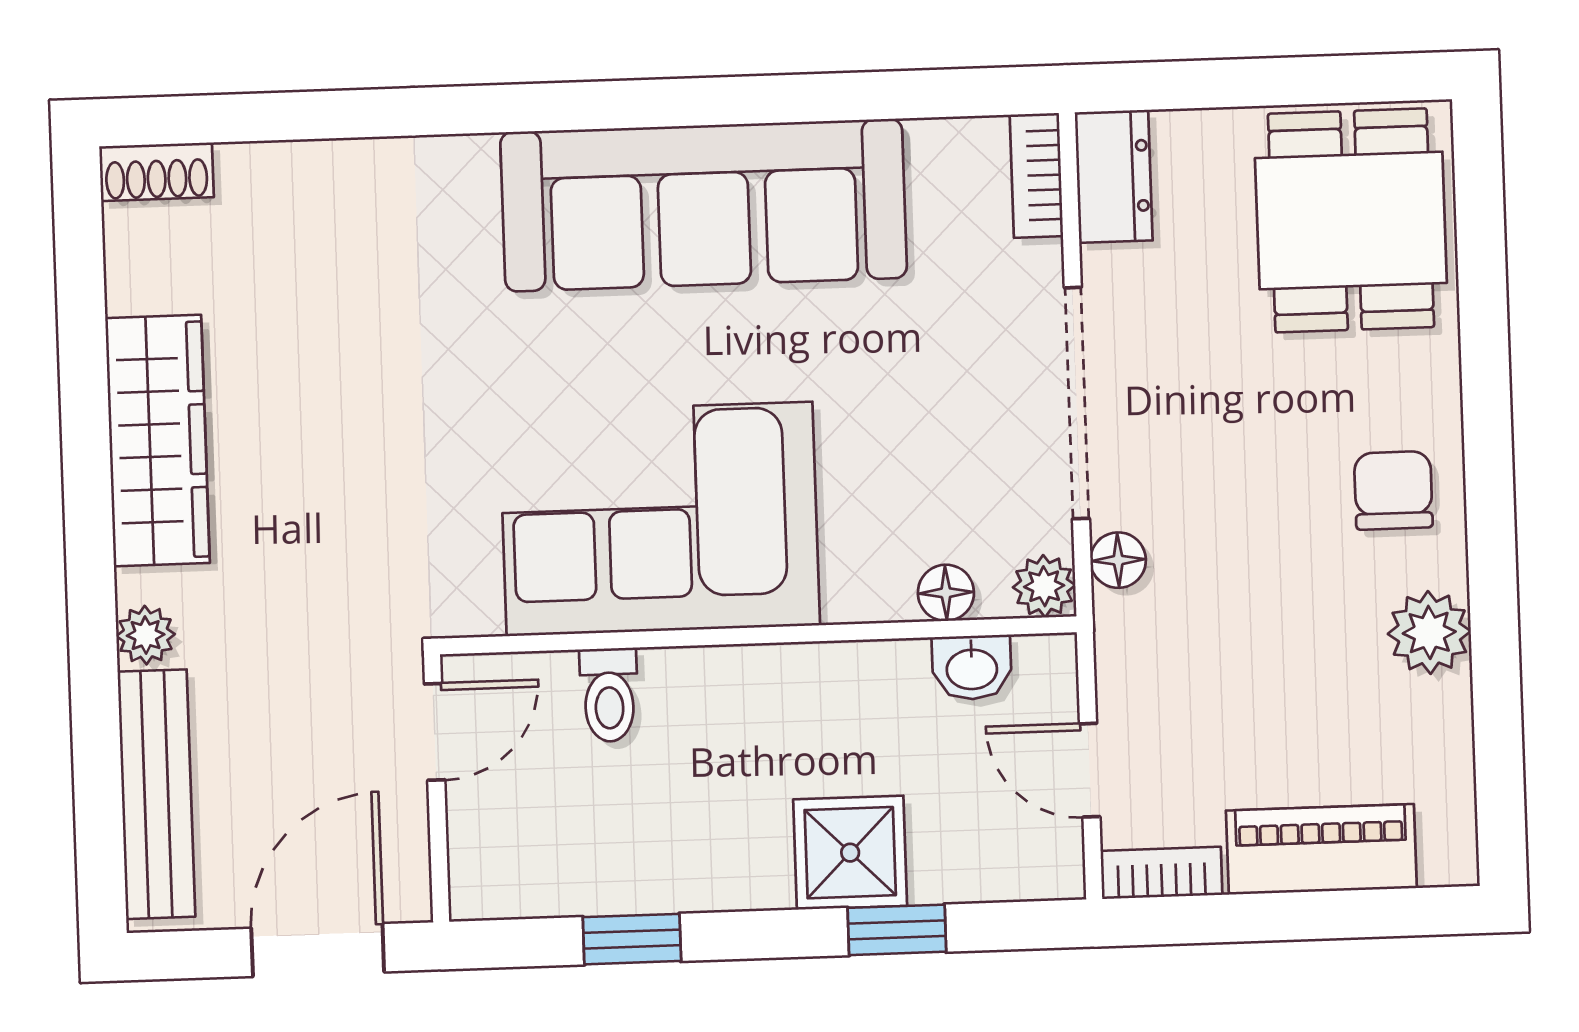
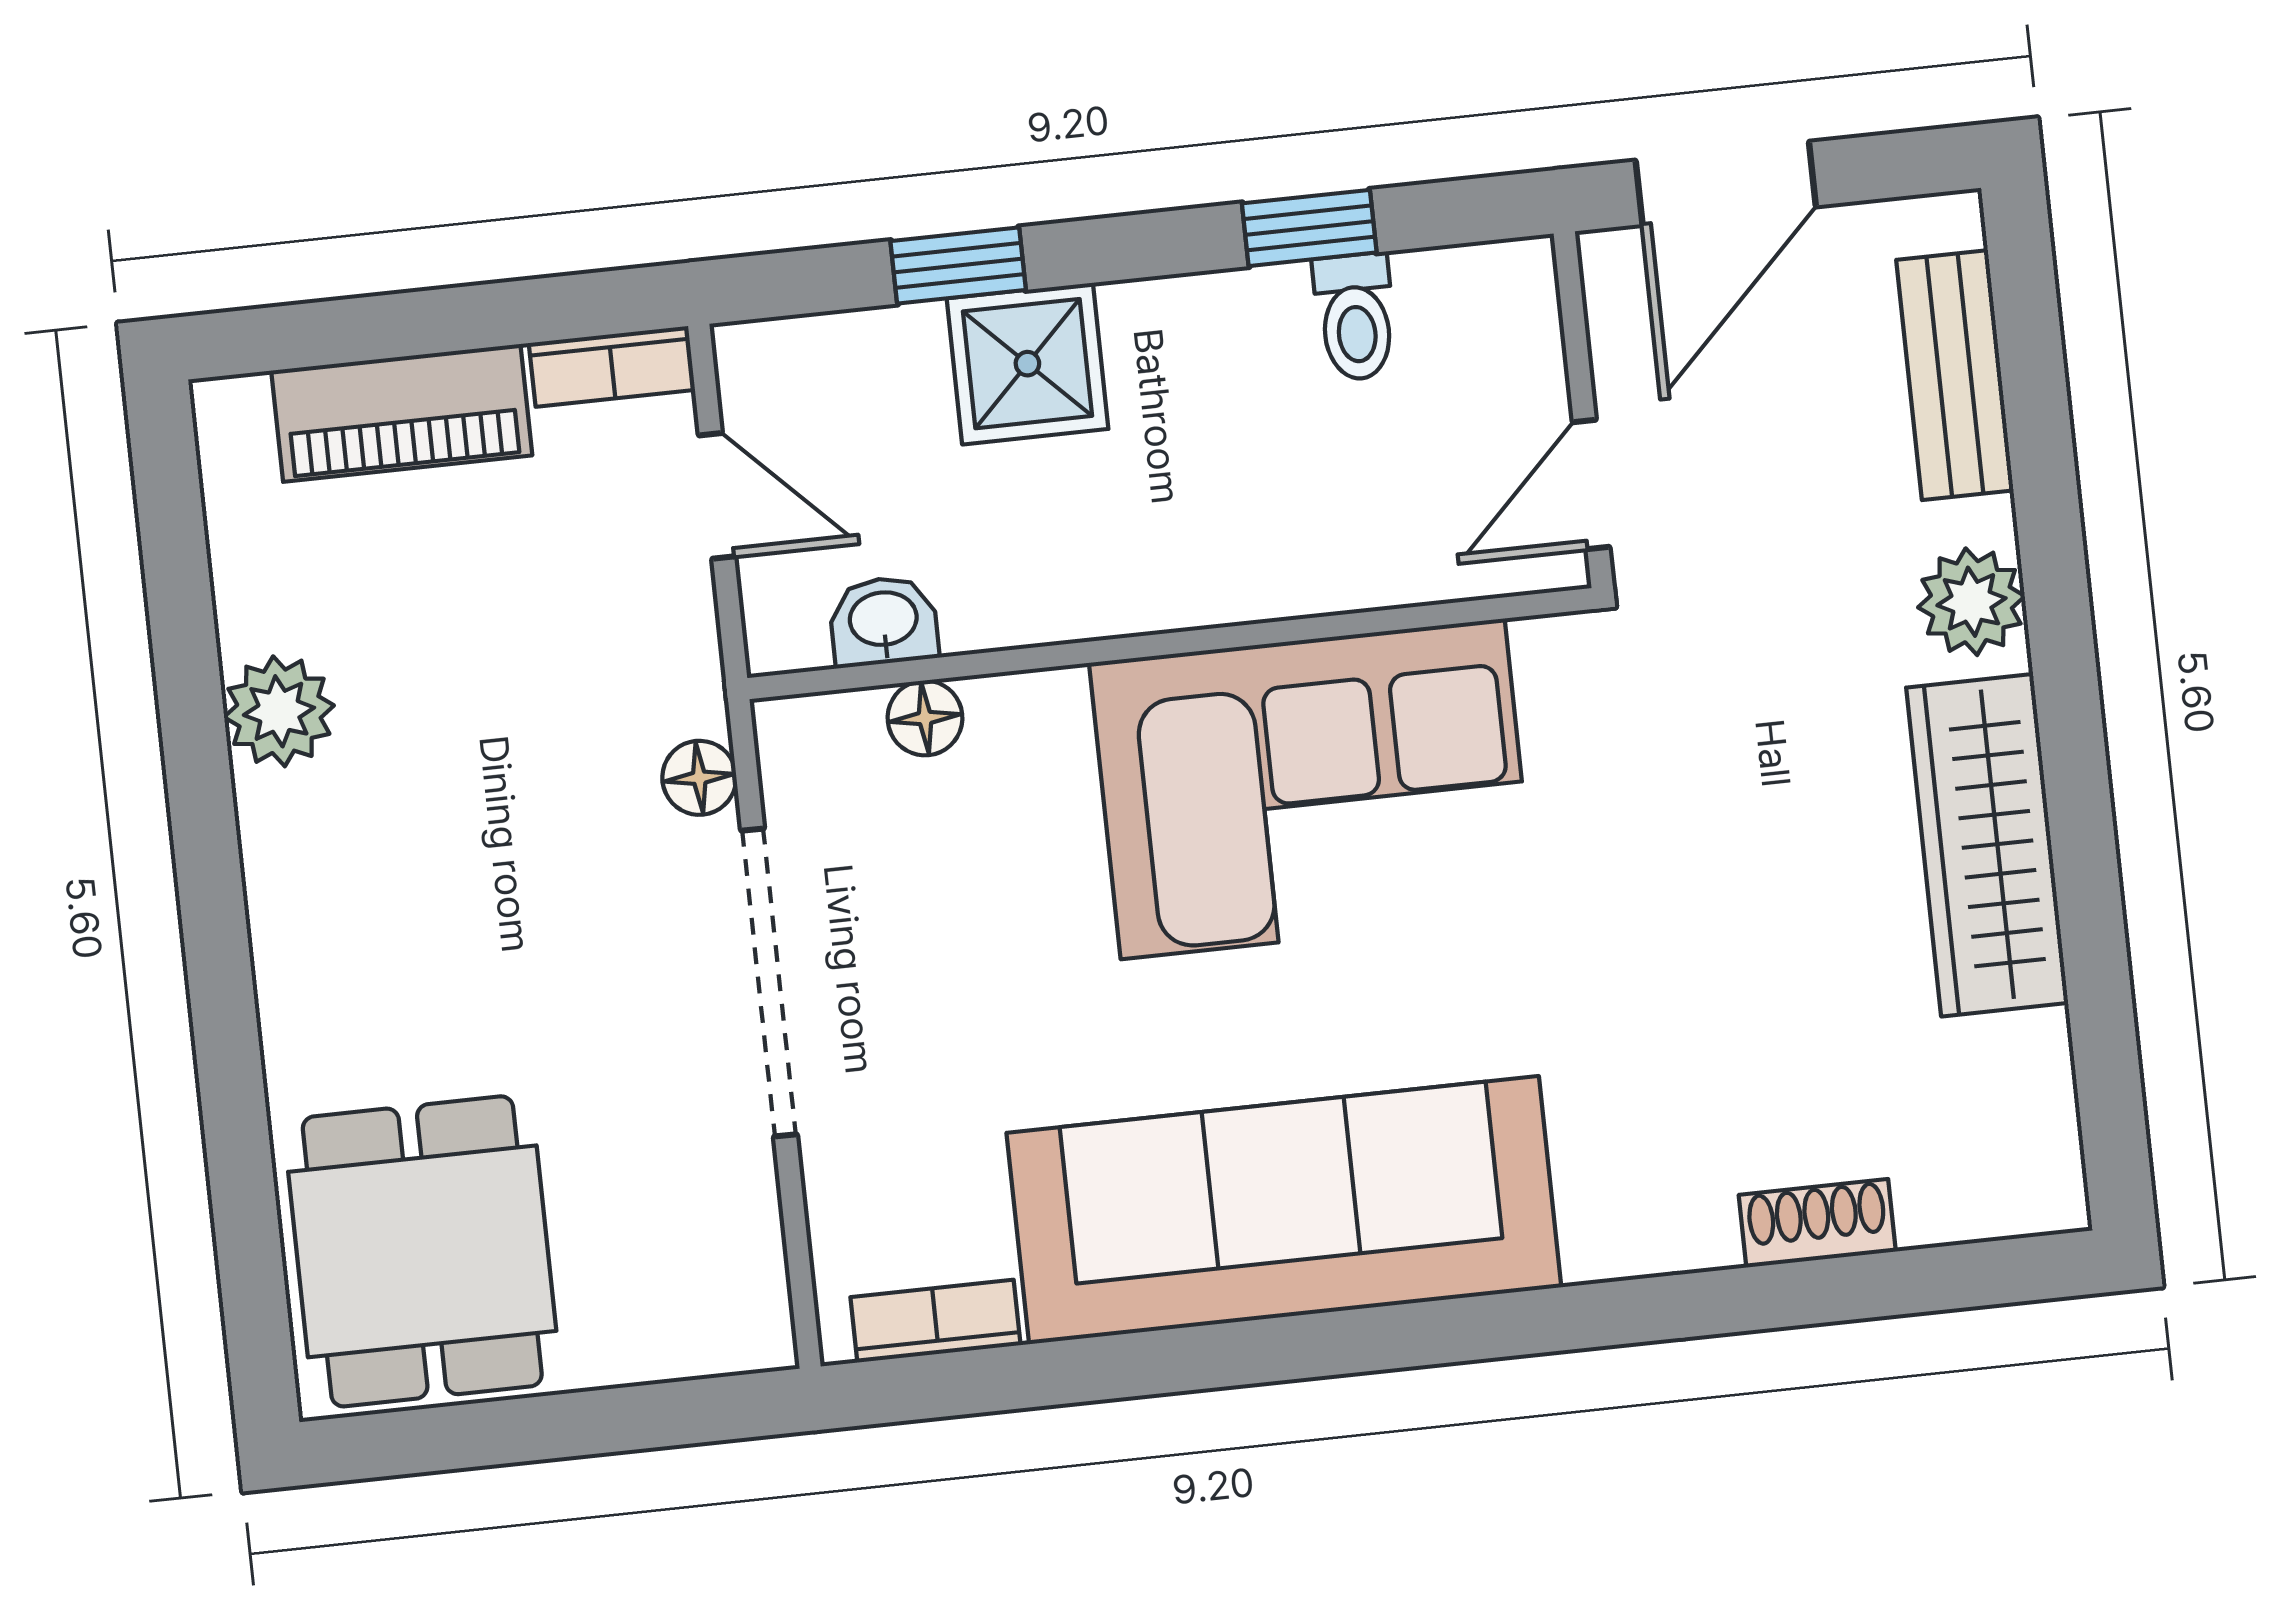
shoe rack: (156, 172) -> (1817, 1223), moved
bookcase: (1036, 175) -> (935, 1321), moved, turned -90
dresser: (1114, 176) -> (742, 1287), removed
chair: (1393, 490) -> (340, 897), removed
plant: (1044, 586) -> (795, 736), removed
plant: (146, 635) -> (1971, 602), width x1.38, depth x1.38
toilet: (609, 695) -> (1355, 317), moved, turned 180
bench: (156, 794) -> (1955, 375), width x0.73

